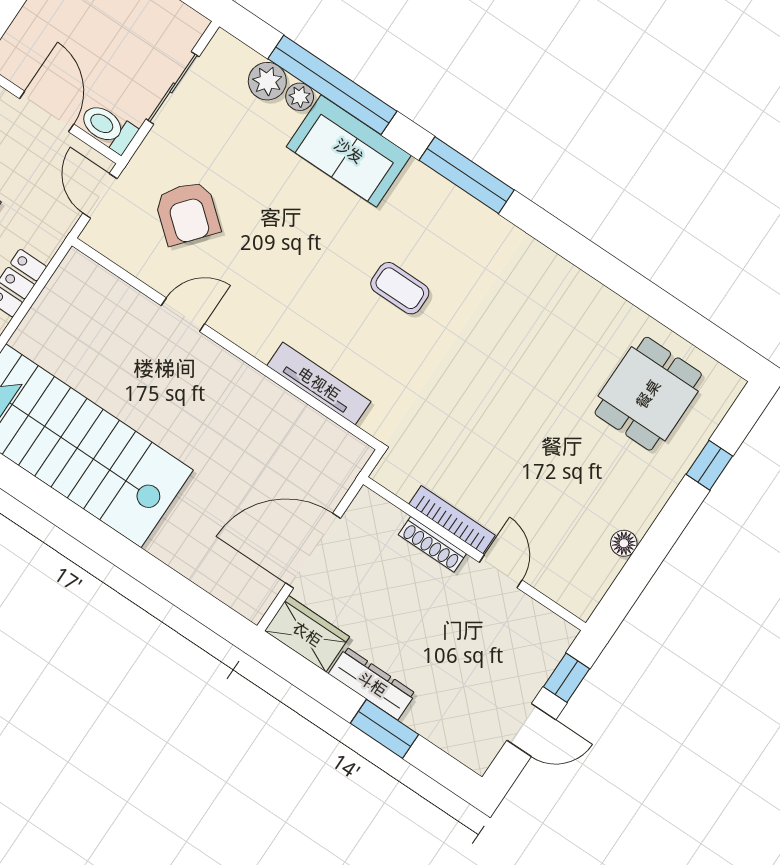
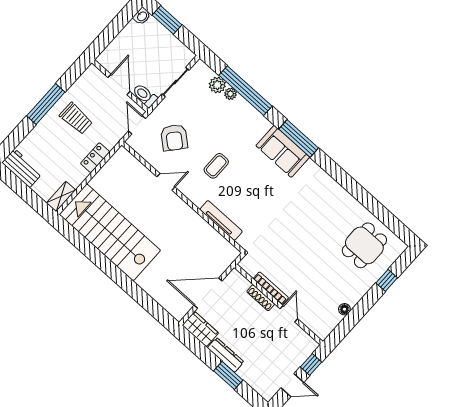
sofa: (349, 151) -> (283, 151), moved
coffee table: (400, 288) -> (216, 166), moved, turned 90

